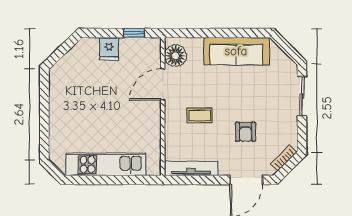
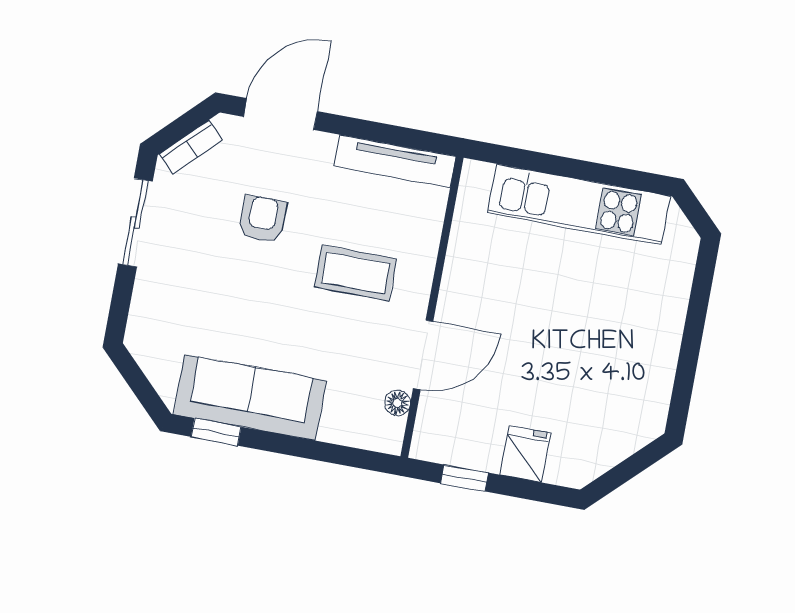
window: (249, 33) -> (216, 432), added
floor lamp: (175, 56) -> (397, 403), width x0.53, depth x0.53
sliding door: (302, 96) -> (135, 223), moved
coffee table: (200, 115) -> (355, 273), width x1.36, depth x1.30

